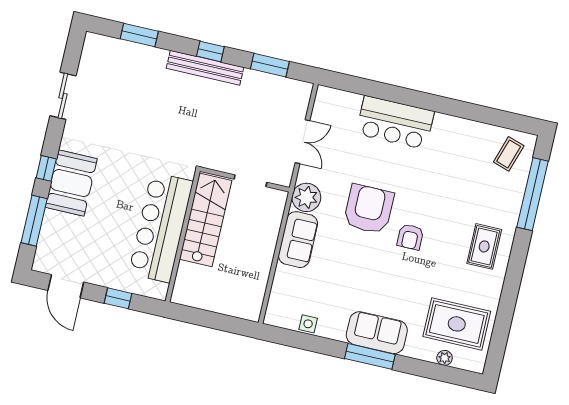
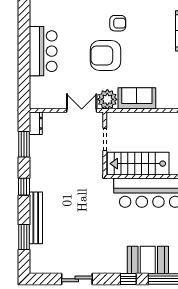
bench: (205, 68) -> (36, 218), moved
dresser: (296, 89) -> (36, 123), added
double door: (303, 142) -> (82, 110), moved
booth: (71, 183) -> (148, 260), moved

